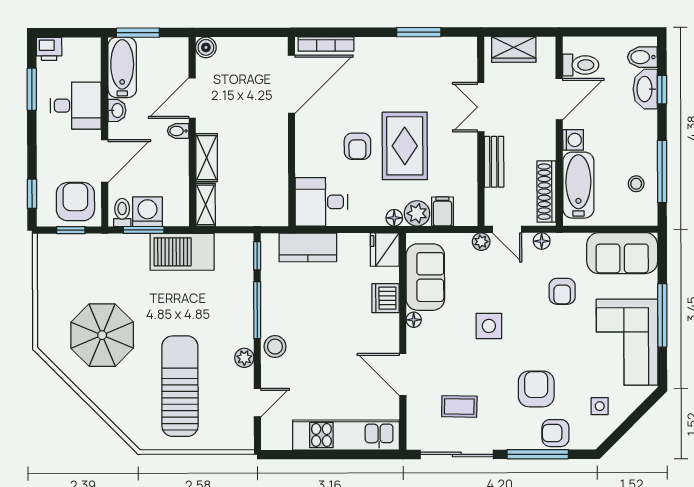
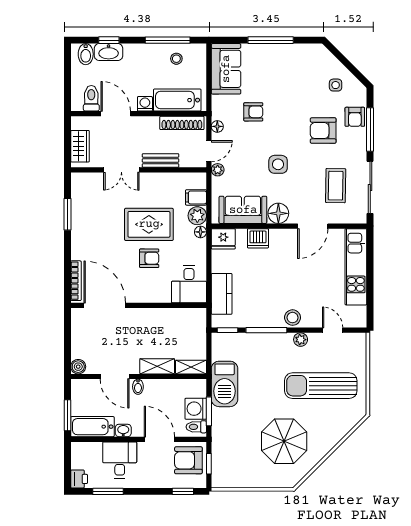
floor lamp: (414, 320) -> (278, 213), width x1.89, depth x1.89
corner sofa: (627, 342) -> (290, 65), removed
coffee table: (459, 406) -> (336, 186), width x1.36, depth x1.30

